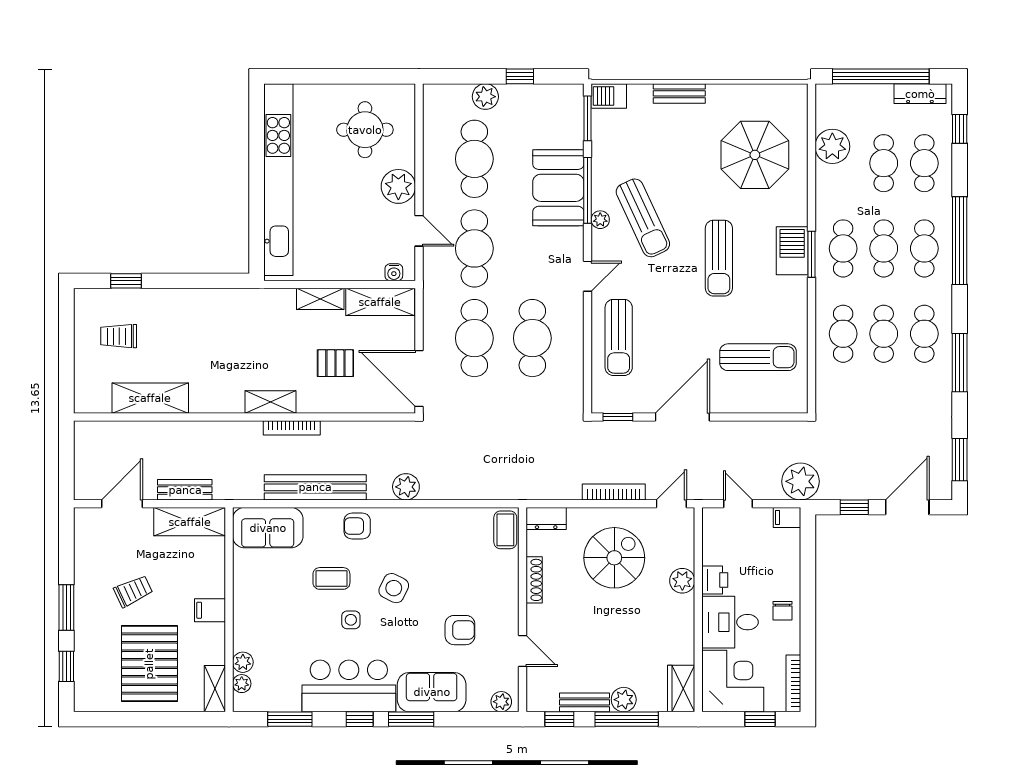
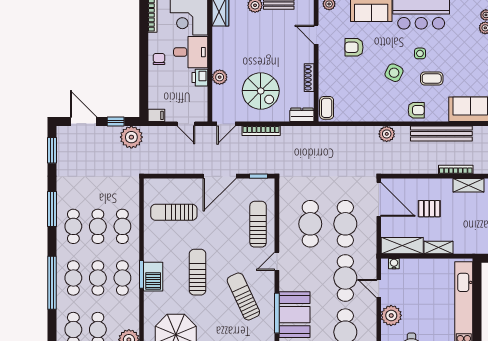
plant: (600, 220) -> (269, 295), removed
plant: (801, 481) -> (131, 137), moved
door: (907, 507) -> (84, 122), swing flipped
spiral stairs: (614, 558) -> (261, 91), turned -90

